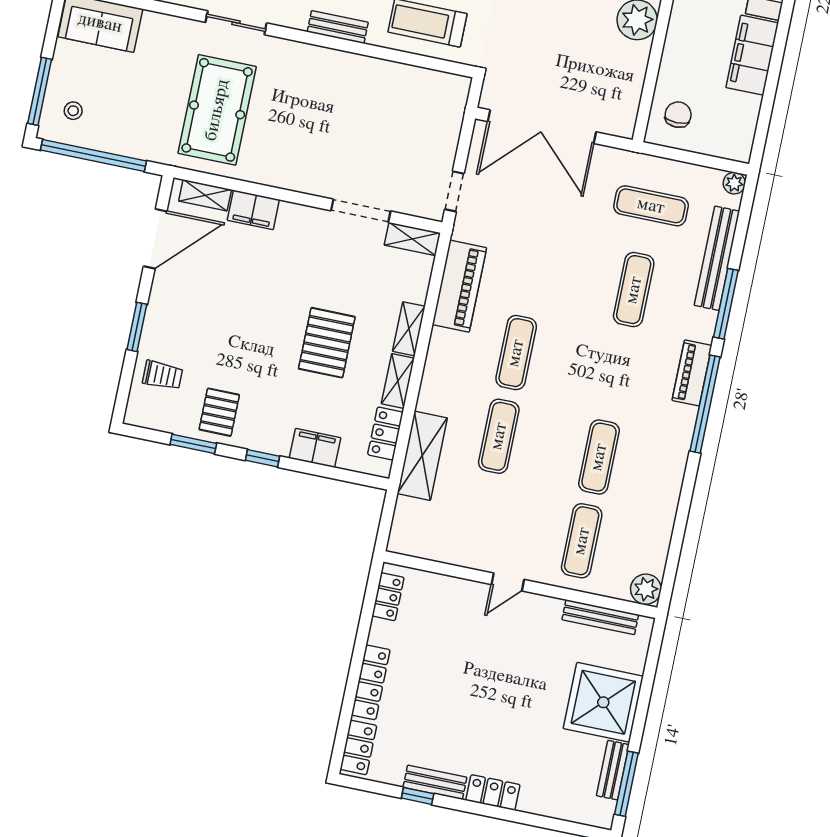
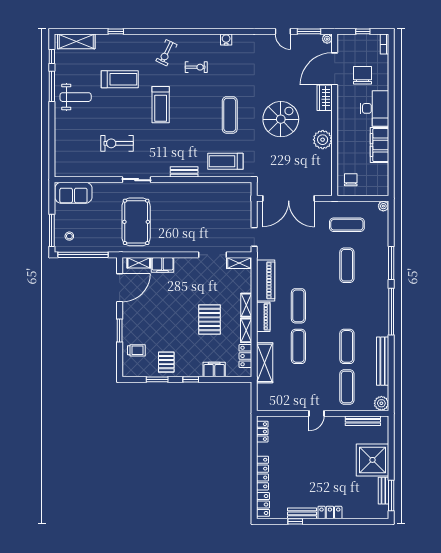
bench: (717, 258) -> (383, 361), moved
piano: (692, 373) -> (263, 317), moved, turned 180

